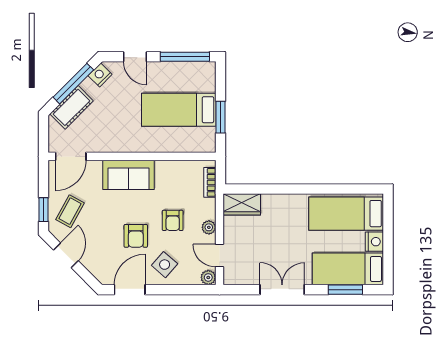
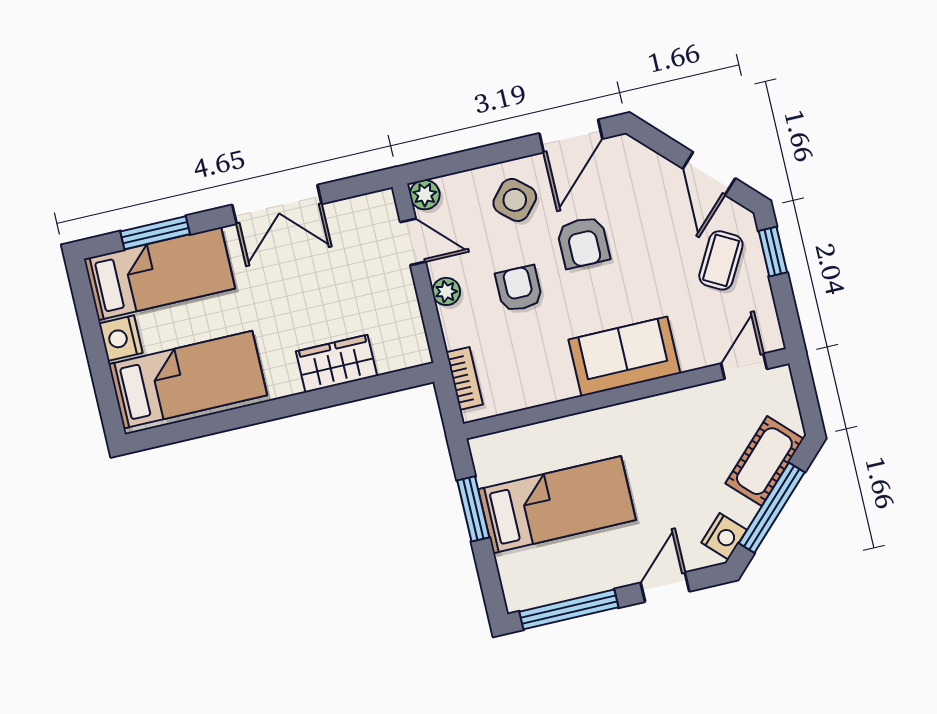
door: (135, 57) -> (665, 587), hinge flipped
door: (71, 156) -> (744, 366), width x0.73
wardrobe: (242, 204) -> (336, 364), moved
armchair: (136, 236) -> (583, 242), turned 180

